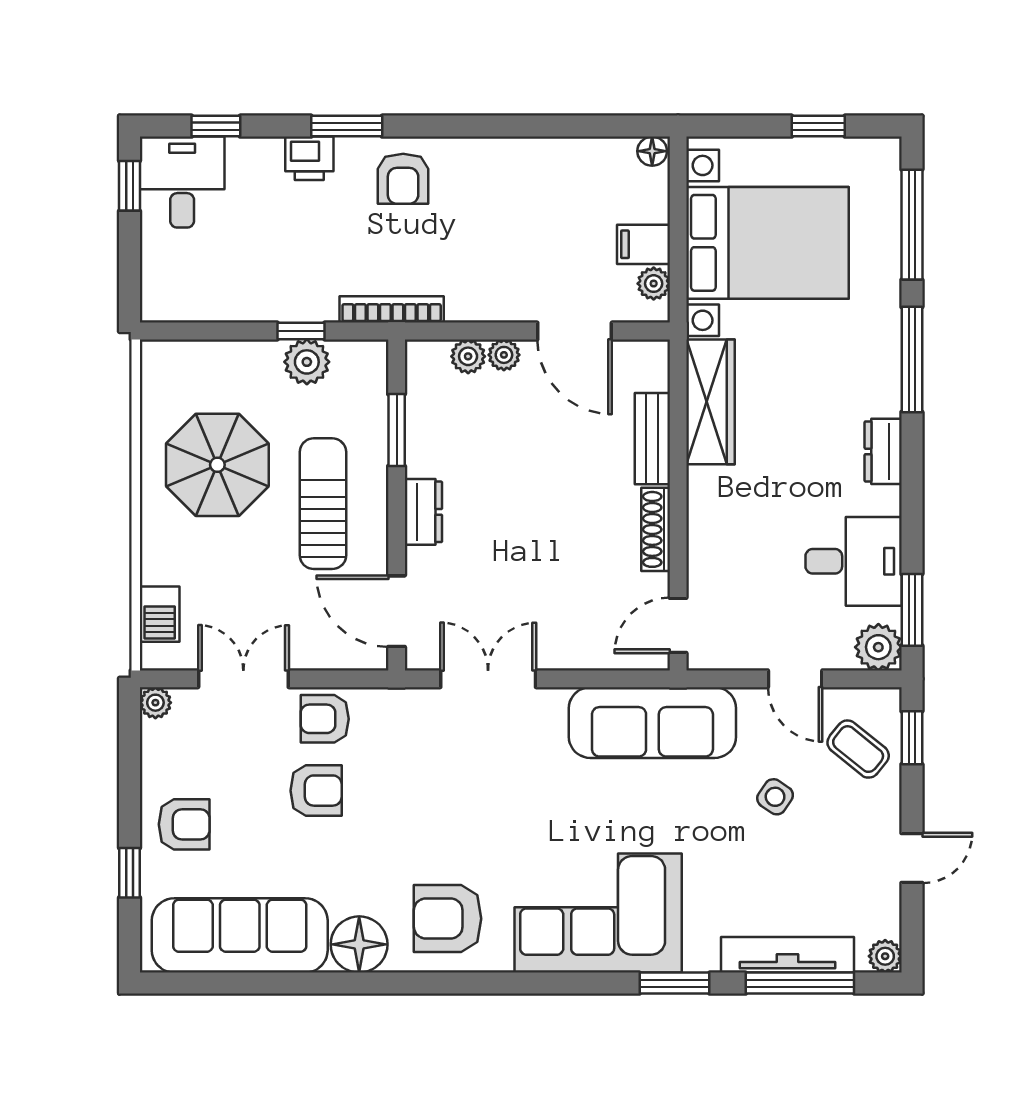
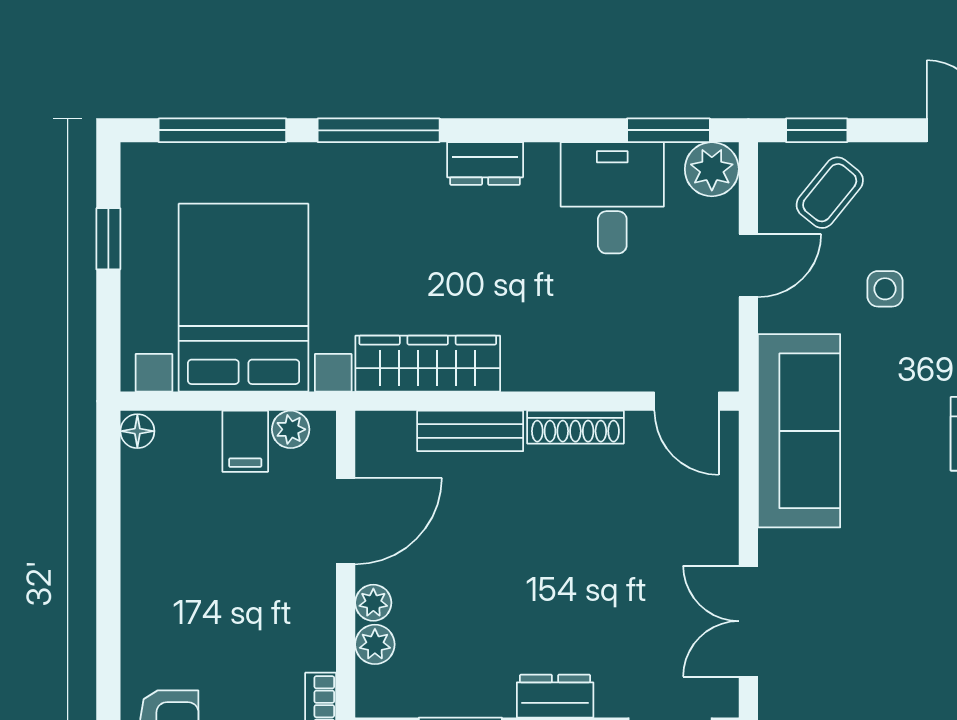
side table: (775, 797) -> (885, 289), turned -34

